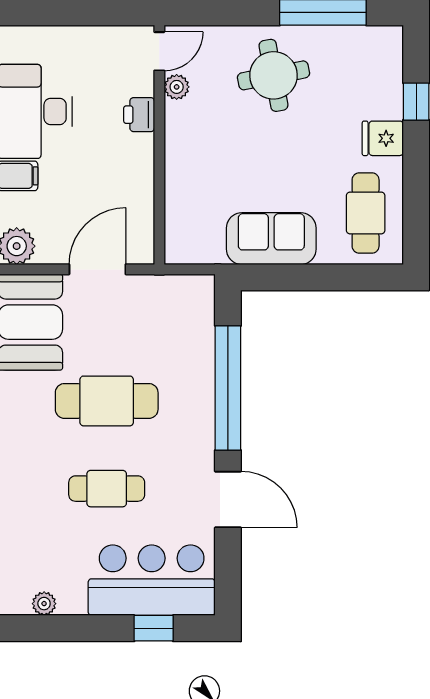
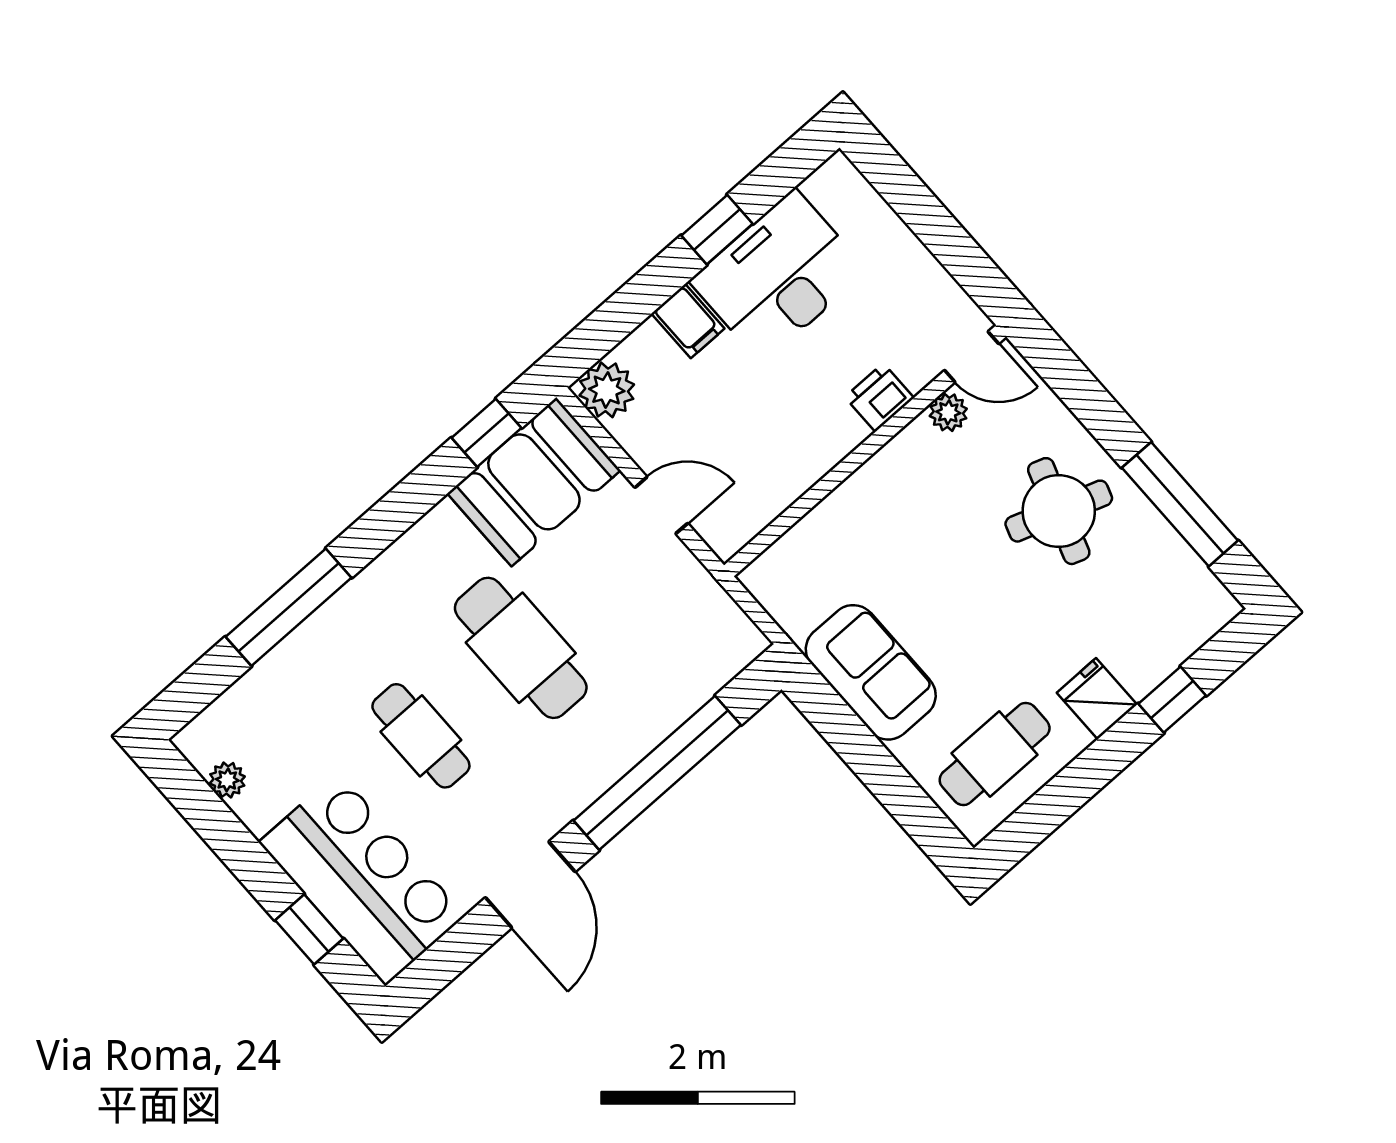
round table: (273, 75) -> (1059, 511), turned 30
door: (97, 269) -> (661, 505), width x0.73

